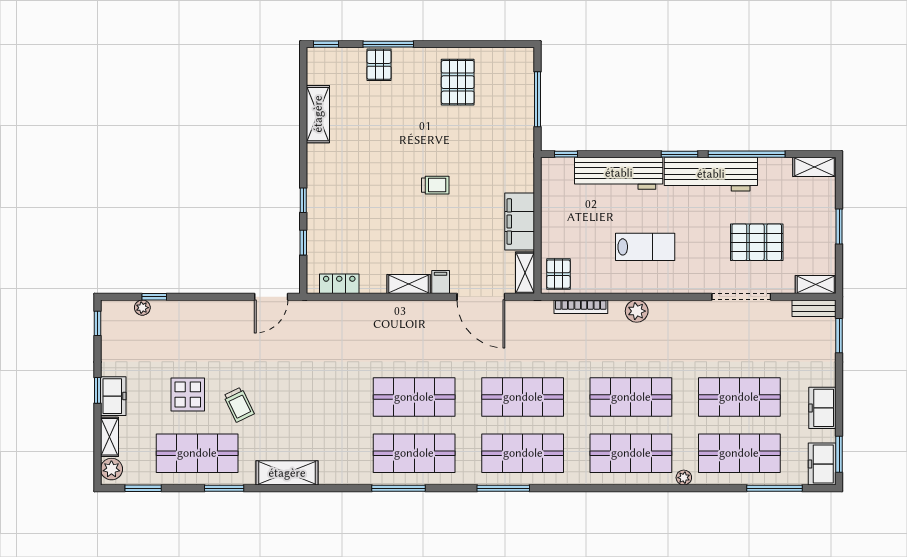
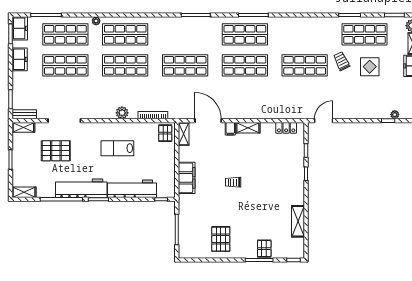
filing cabinet: (520, 222) -> (187, 178), moved
shop shelf: (523, 453) -> (305, 65), moved
shelving: (287, 473) -> (315, 24), removed

